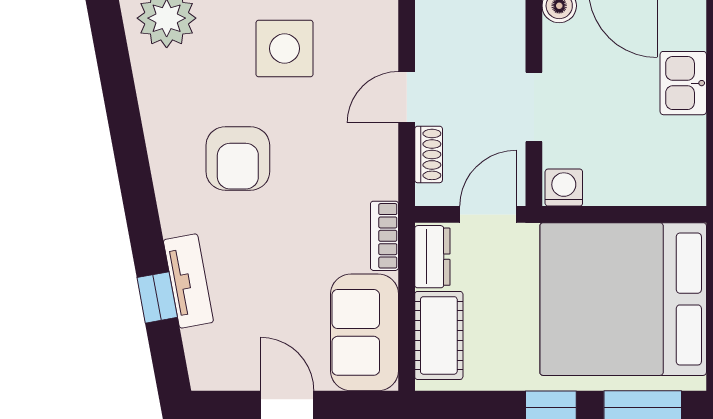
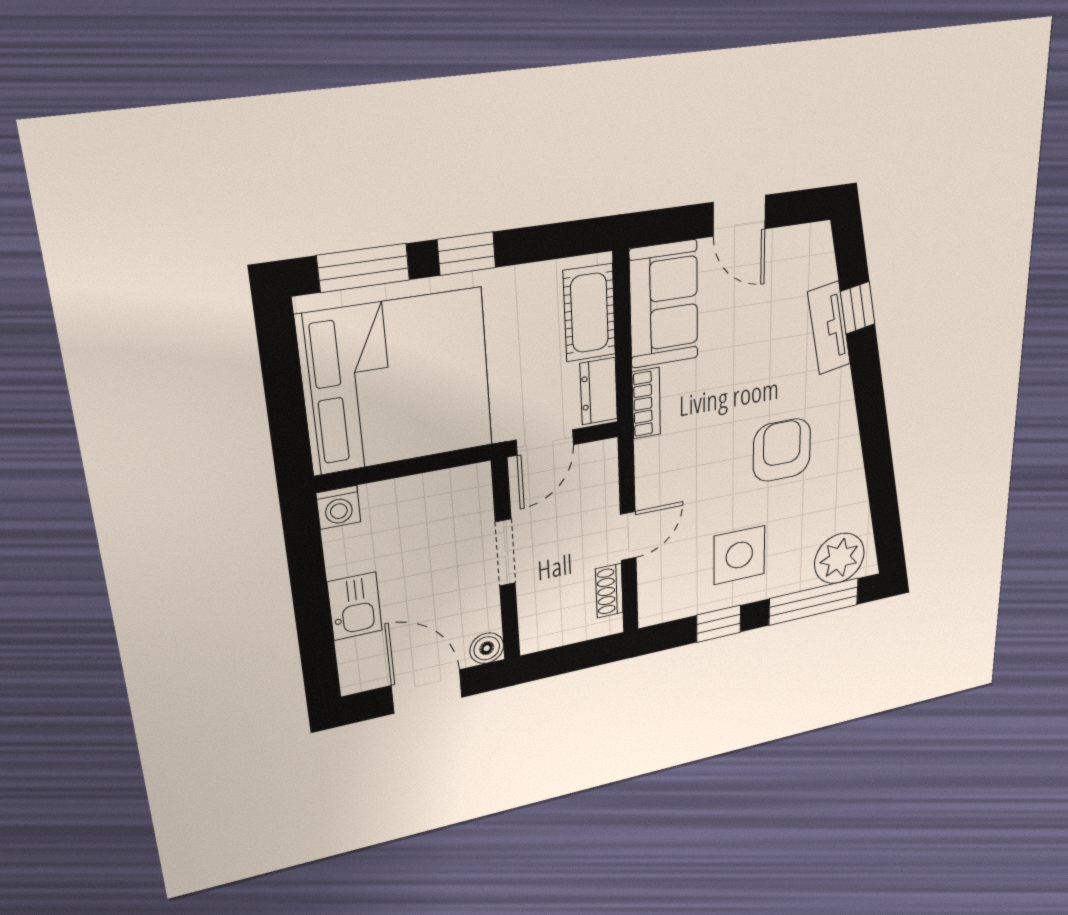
shoe rack: (429, 154) -> (609, 591), moved
washing machine: (564, 188) -> (338, 507), moved

